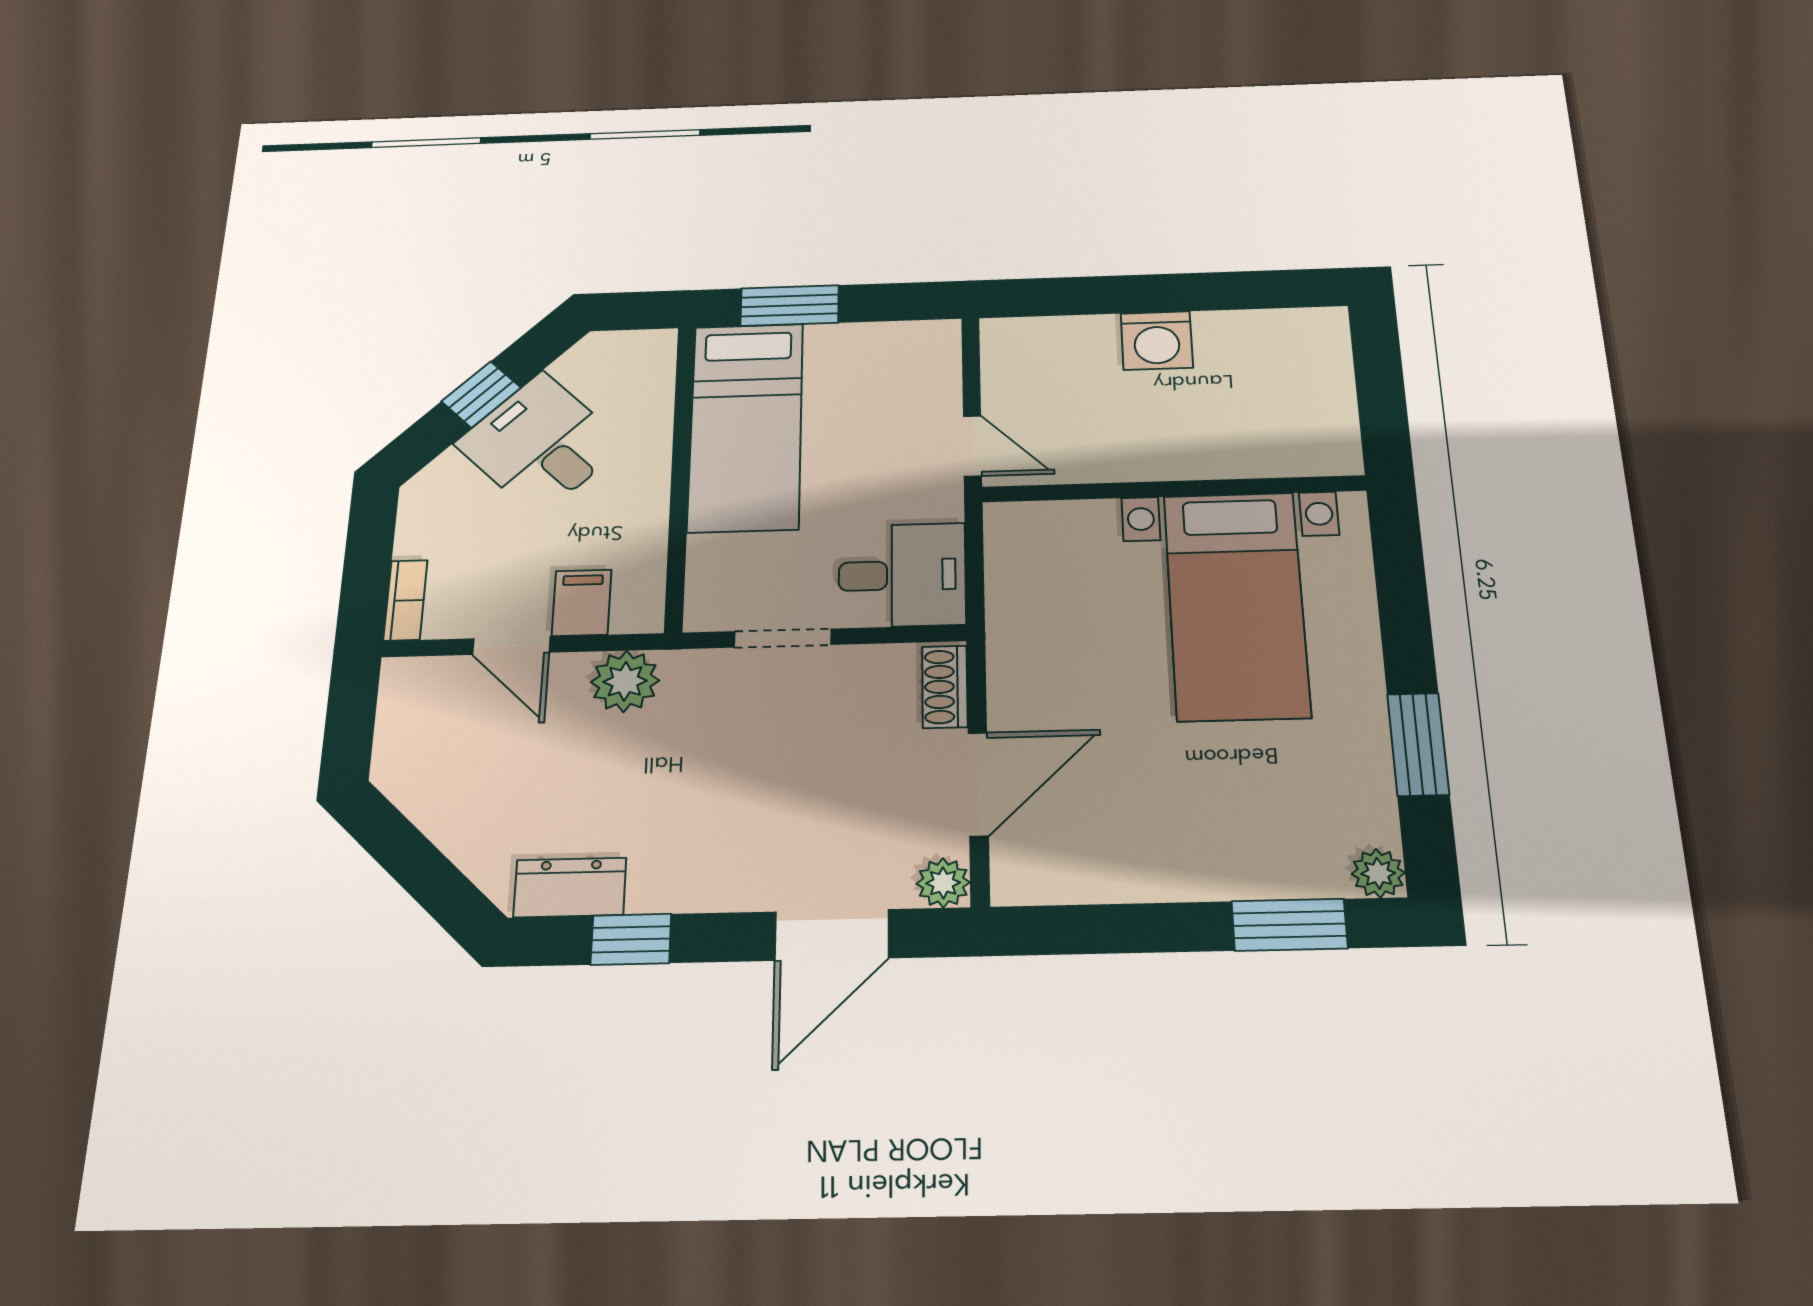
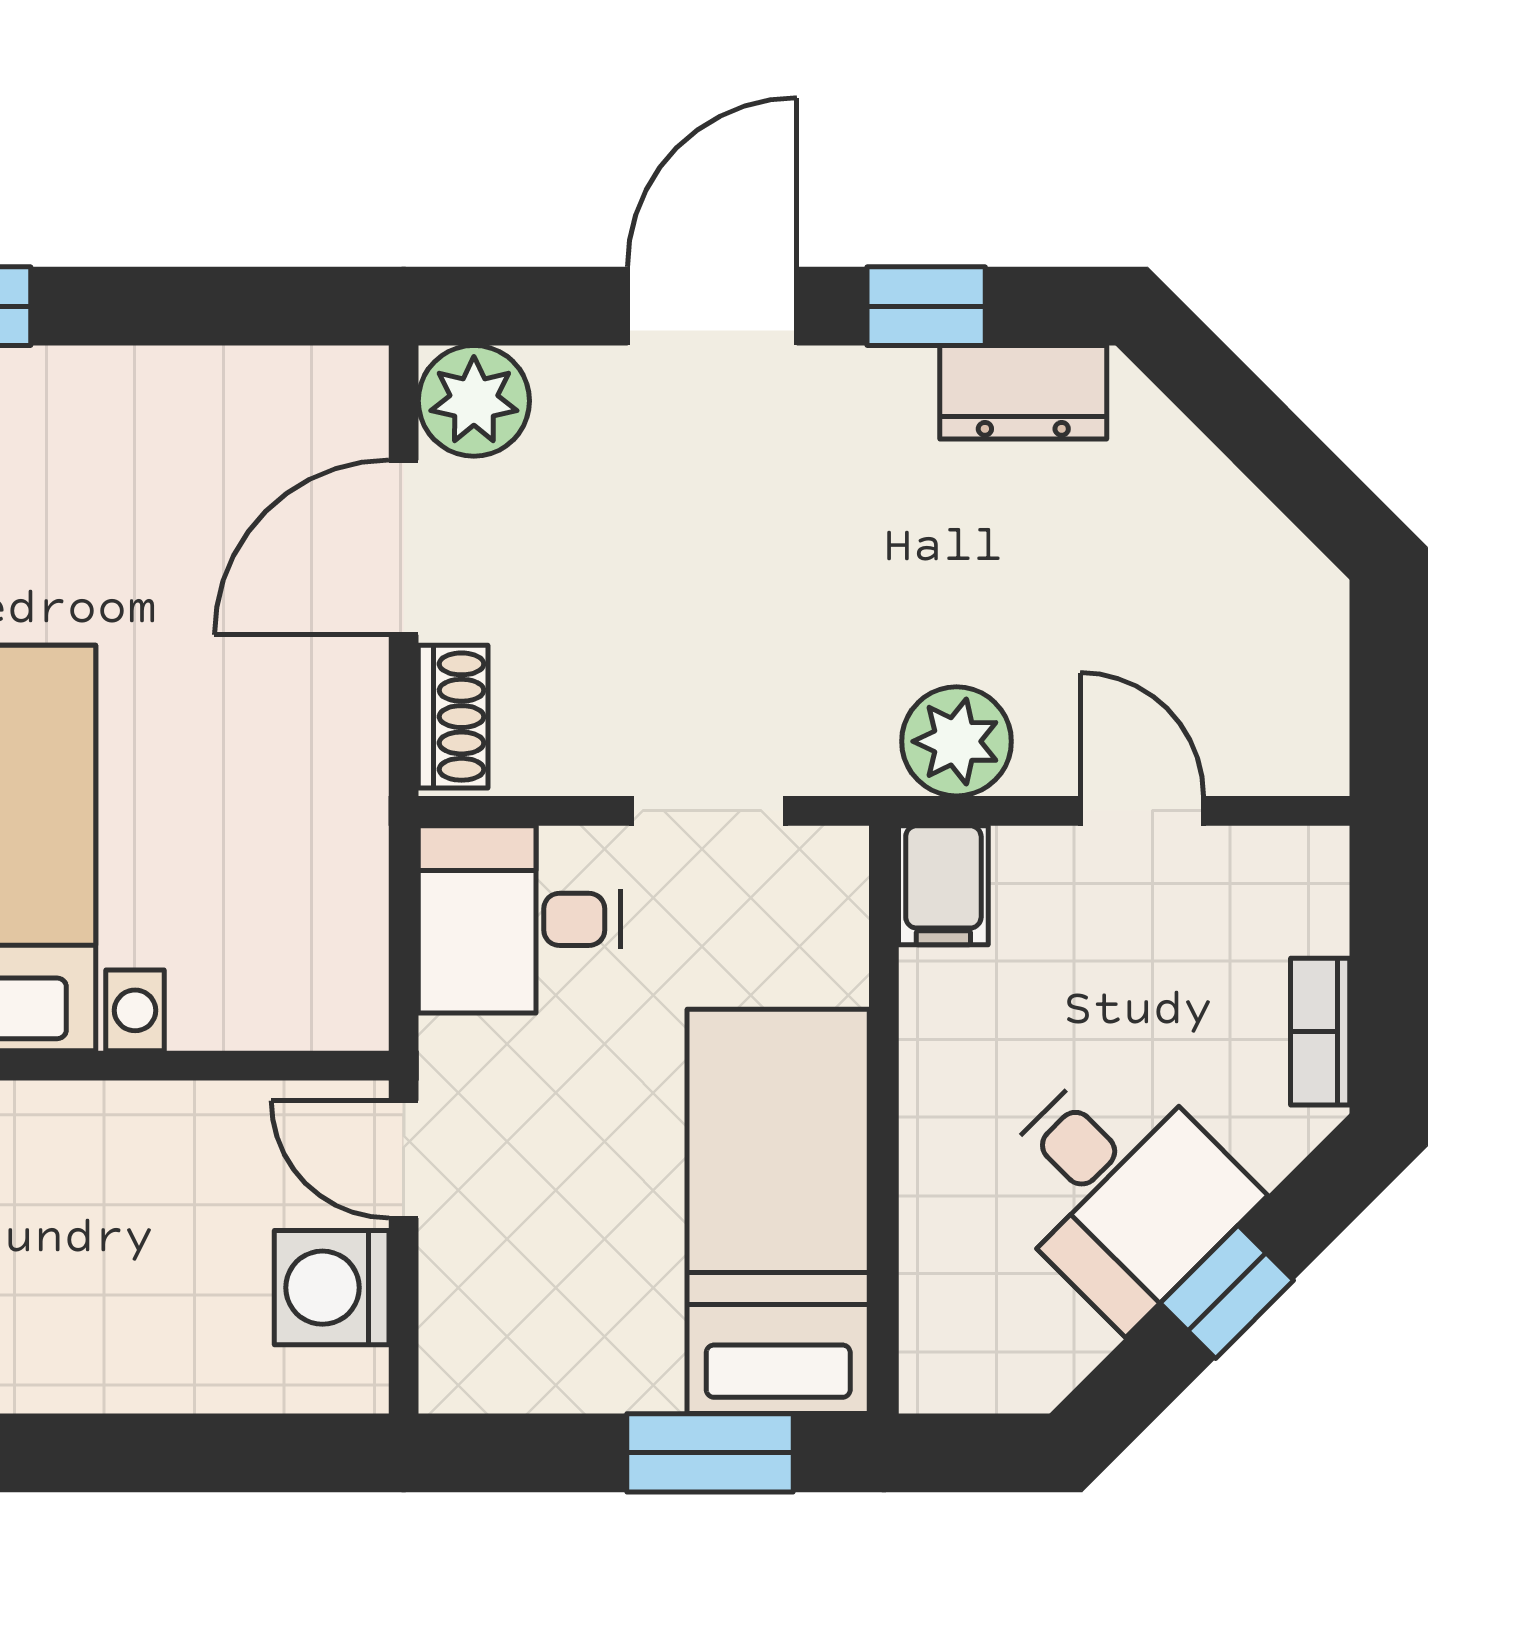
washing machine: (1157, 341) -> (332, 1288), moved, turned -90
bookcase: (405, 600) -> (1320, 1032), moved
filing cabinet: (582, 603) -> (943, 885), moved
plant: (943, 883) -> (474, 401), width x1.38, depth x1.38
door: (832, 935) -> (712, 306), moved

